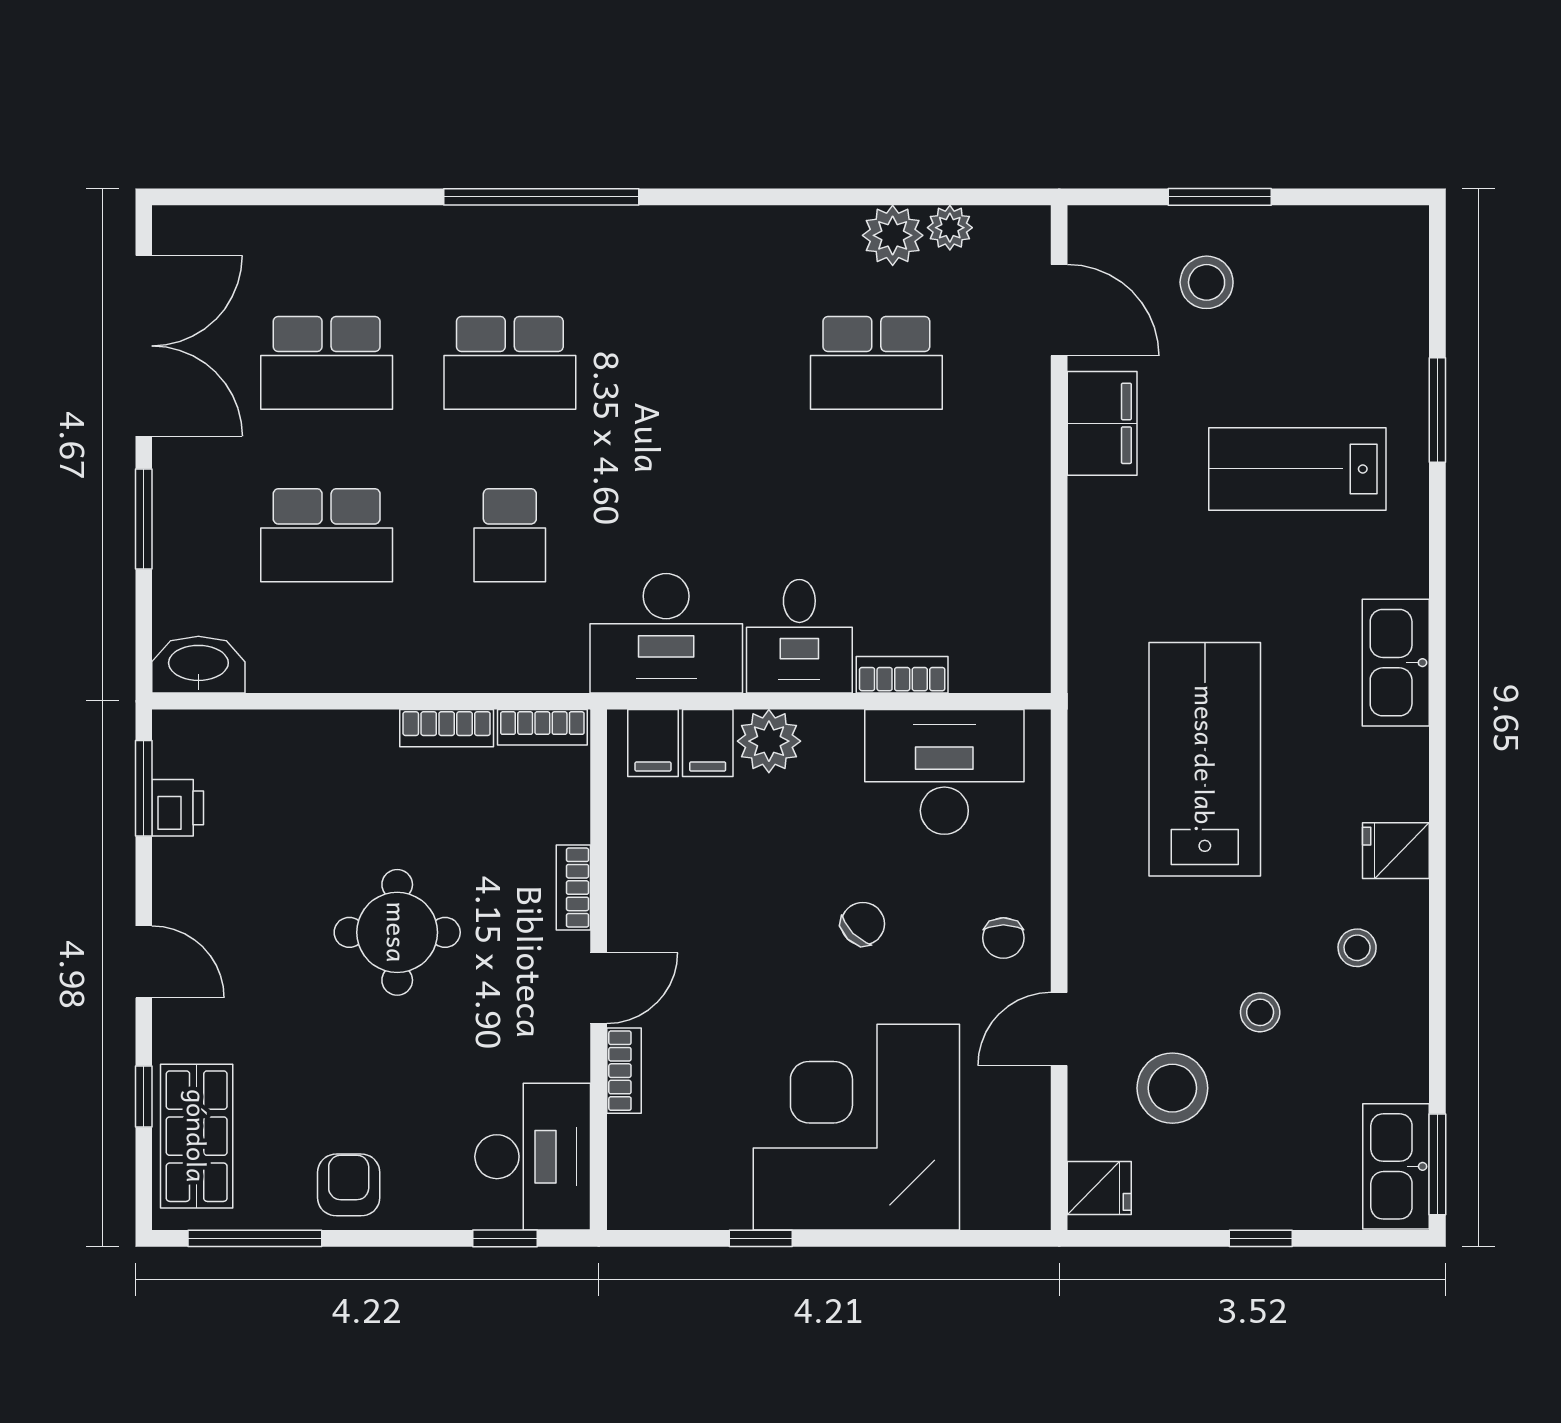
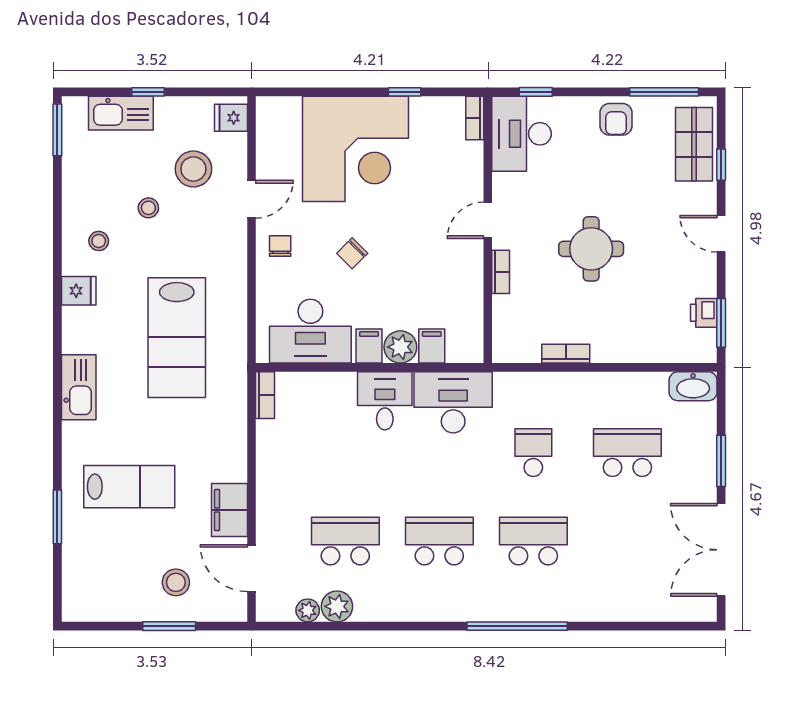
school desk: (327, 363) -> (439, 541), moved
bookcase: (902, 675) -> (265, 395), moved, turned -90
bookcase: (542, 727) -> (517, 354), removed
filing cabinet: (653, 743) -> (369, 346), moved
bookcase: (624, 1071) -> (475, 118), moved
kitchen sink: (1396, 1166) -> (121, 113), moved, turned 90

